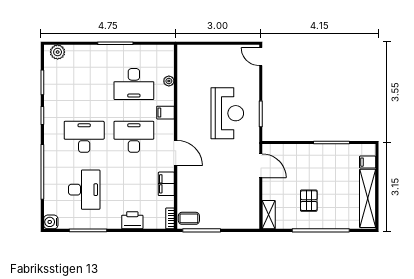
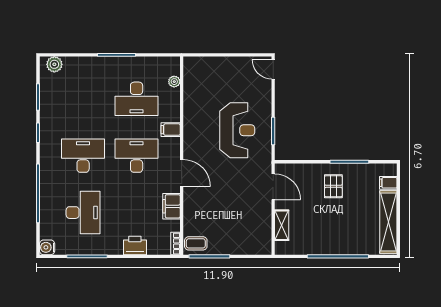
plant: (169, 81) -> (174, 82), moved
pallet: (309, 201) -> (333, 186), moved
shelving: (269, 215) -> (282, 225), moved

